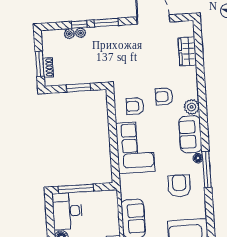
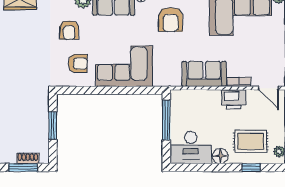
armchair: (135, 106) -> (78, 64), turned -90
armchair: (179, 186) -> (171, 20), turned -90
window: (76, 189) -> (166, 120), moved

